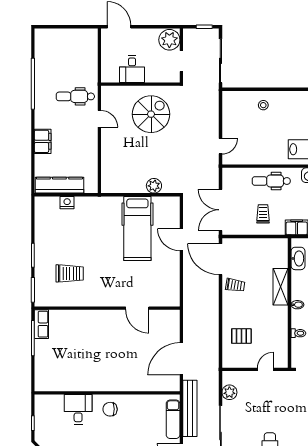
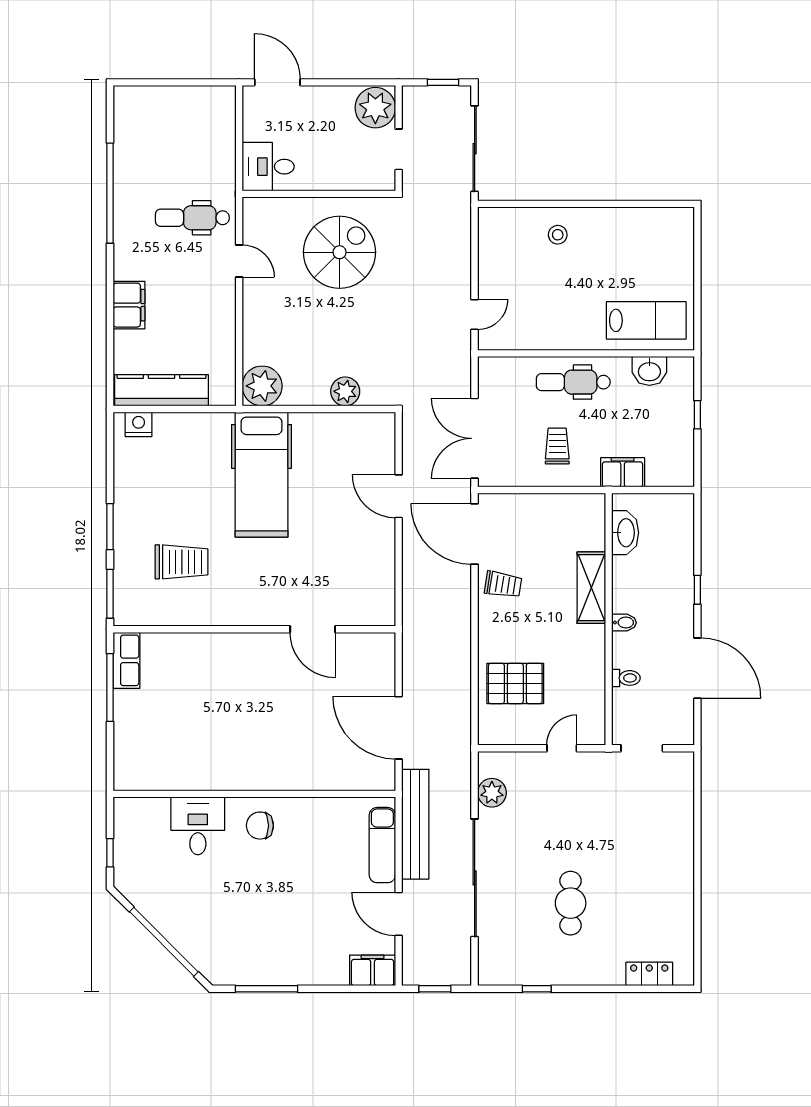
desk: (132, 69) -> (268, 167), moved, turned 90
plant: (111, 183) -> (262, 386), added
nightstand: (67, 203) -> (139, 424), moved
hospital bed: (137, 229) -> (262, 475), moved
pallet: (241, 336) -> (515, 683), width x1.50, depth x1.42
door: (181, 359) -> (399, 728), hinge flipped

